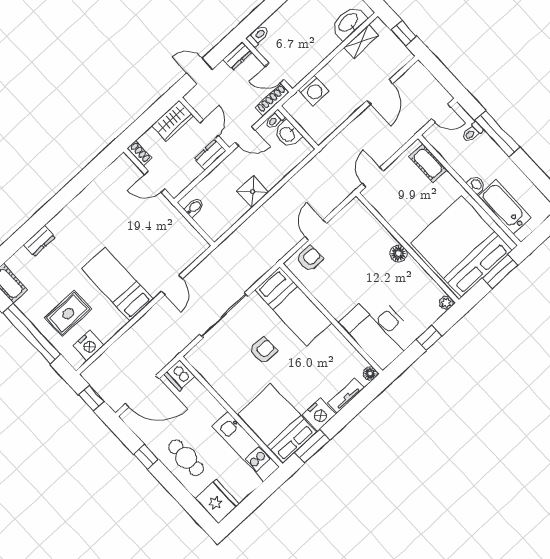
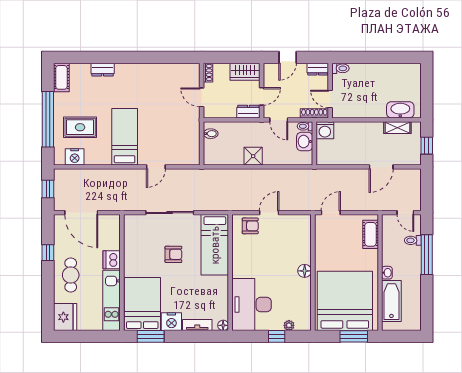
door: (200, 71) -> (288, 57), swing flipped
washing machine: (313, 91) -> (325, 130), moved
plant: (446, 303) -> (289, 325), moved
dishwasher: (180, 375) -> (112, 260), moved

